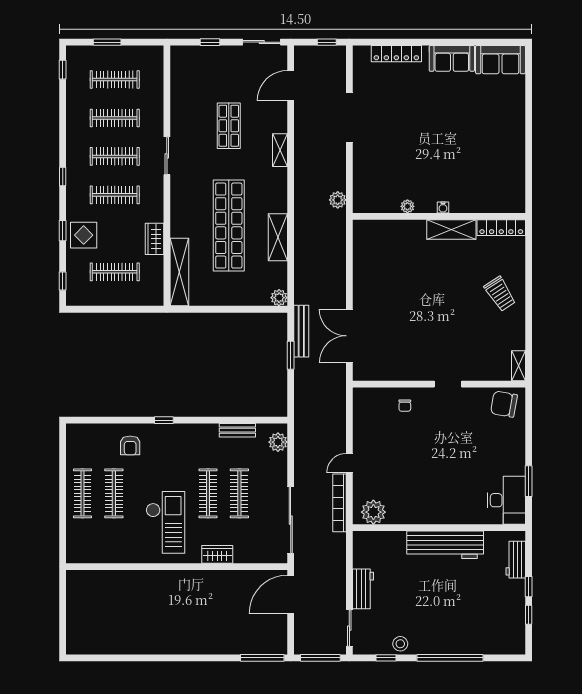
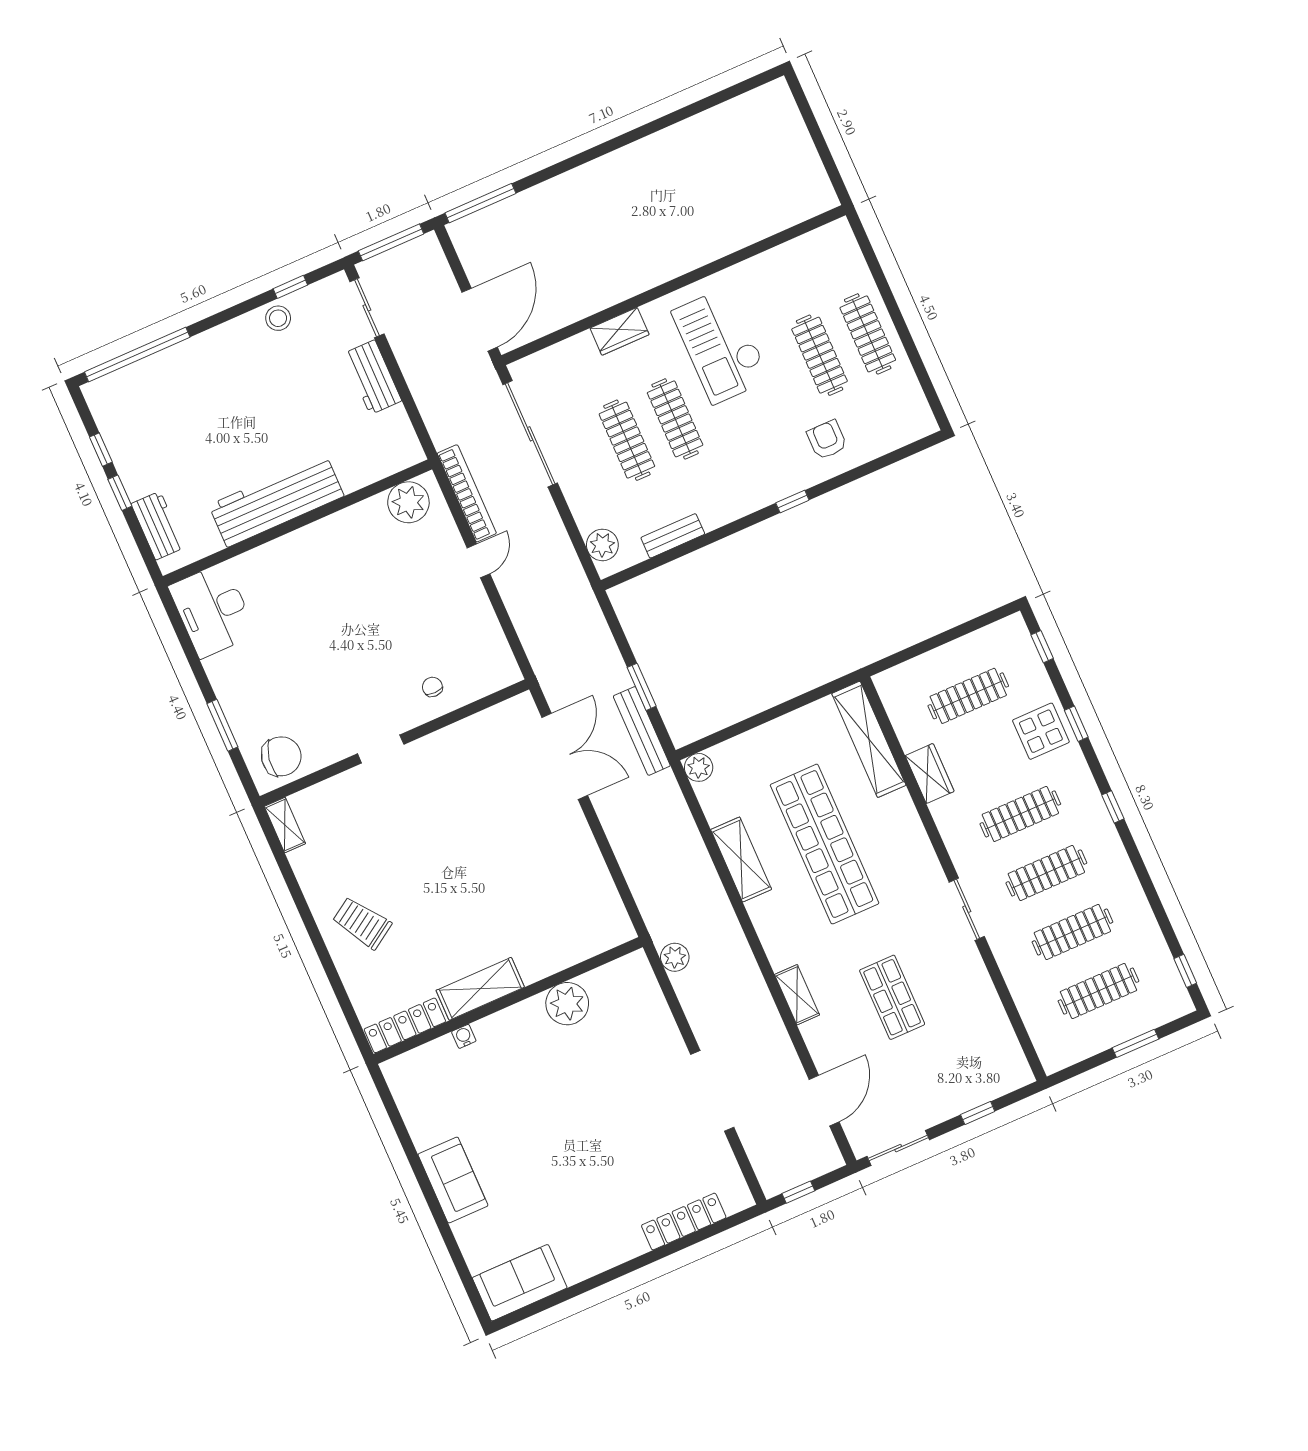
sofa: (452, 58) -> (453, 1180), moved, turned 90
plant: (407, 206) -> (567, 1004), width x1.87, depth x1.87
water cooler: (443, 207) -> (464, 1036), moved
window: (529, 481) -> (222, 725), moved
window: (450, 658) -> (137, 354), moved

